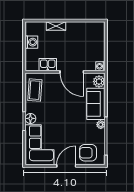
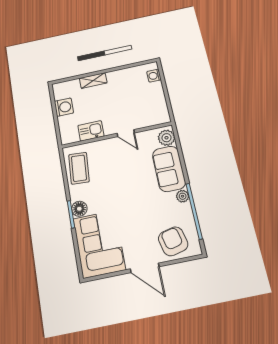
washing machine: (100, 66) -> (154, 76), moved
door: (72, 72) -> (126, 133), width x0.53
armchair: (88, 153) -> (173, 241), turned 77
door: (66, 166) -> (145, 268), swing flipped

